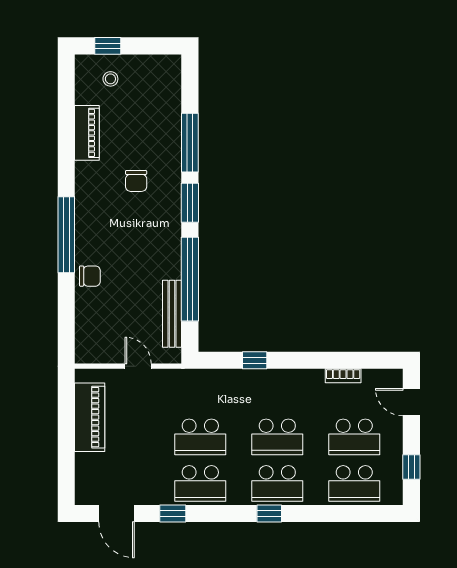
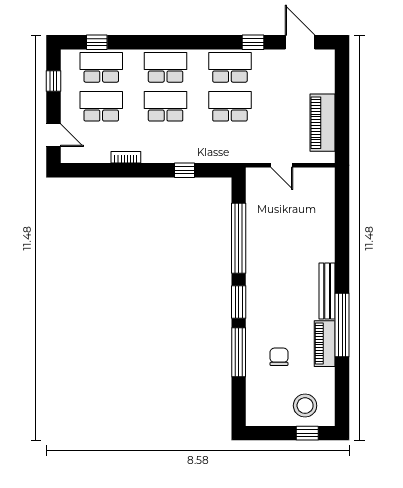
stool: (110, 79) -> (305, 406), width x1.89, depth x1.89
piano: (87, 133) -> (325, 344), moved
chair: (136, 181) -> (279, 357), moved
window: (66, 235) -> (342, 325), moved
chair: (90, 276) -> (322, 241), removed
bench: (172, 314) -> (327, 291), moved
bookcase: (343, 376) -> (126, 157), moved
window: (269, 513) -> (97, 42), moved

